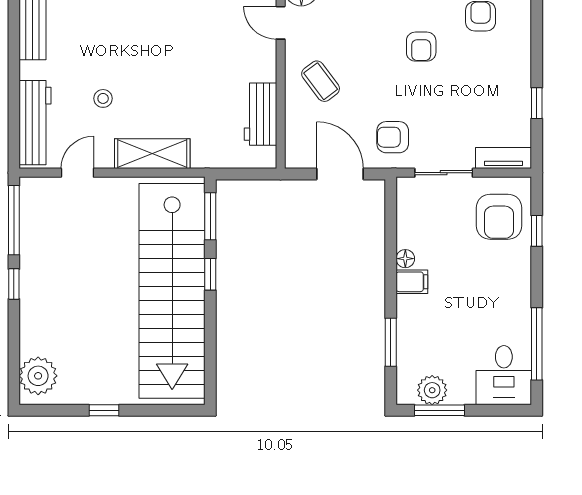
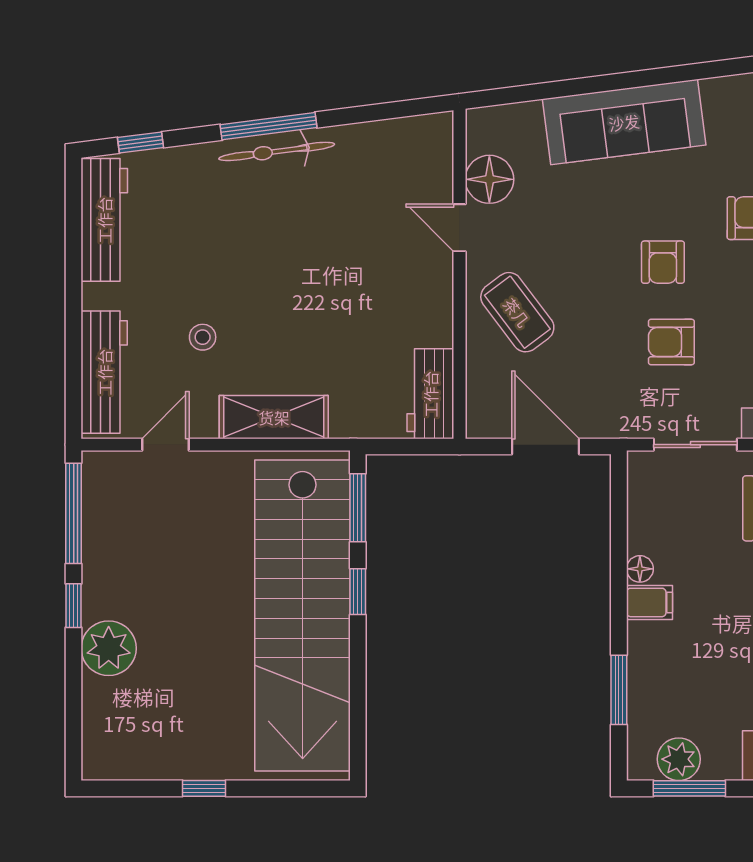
coffee table: (321, 81) -> (517, 312), width x1.36, depth x1.30
workbench: (260, 114) -> (430, 394), moved
armchair: (393, 137) -> (671, 342), moved
plant: (38, 376) -> (109, 648), moved

